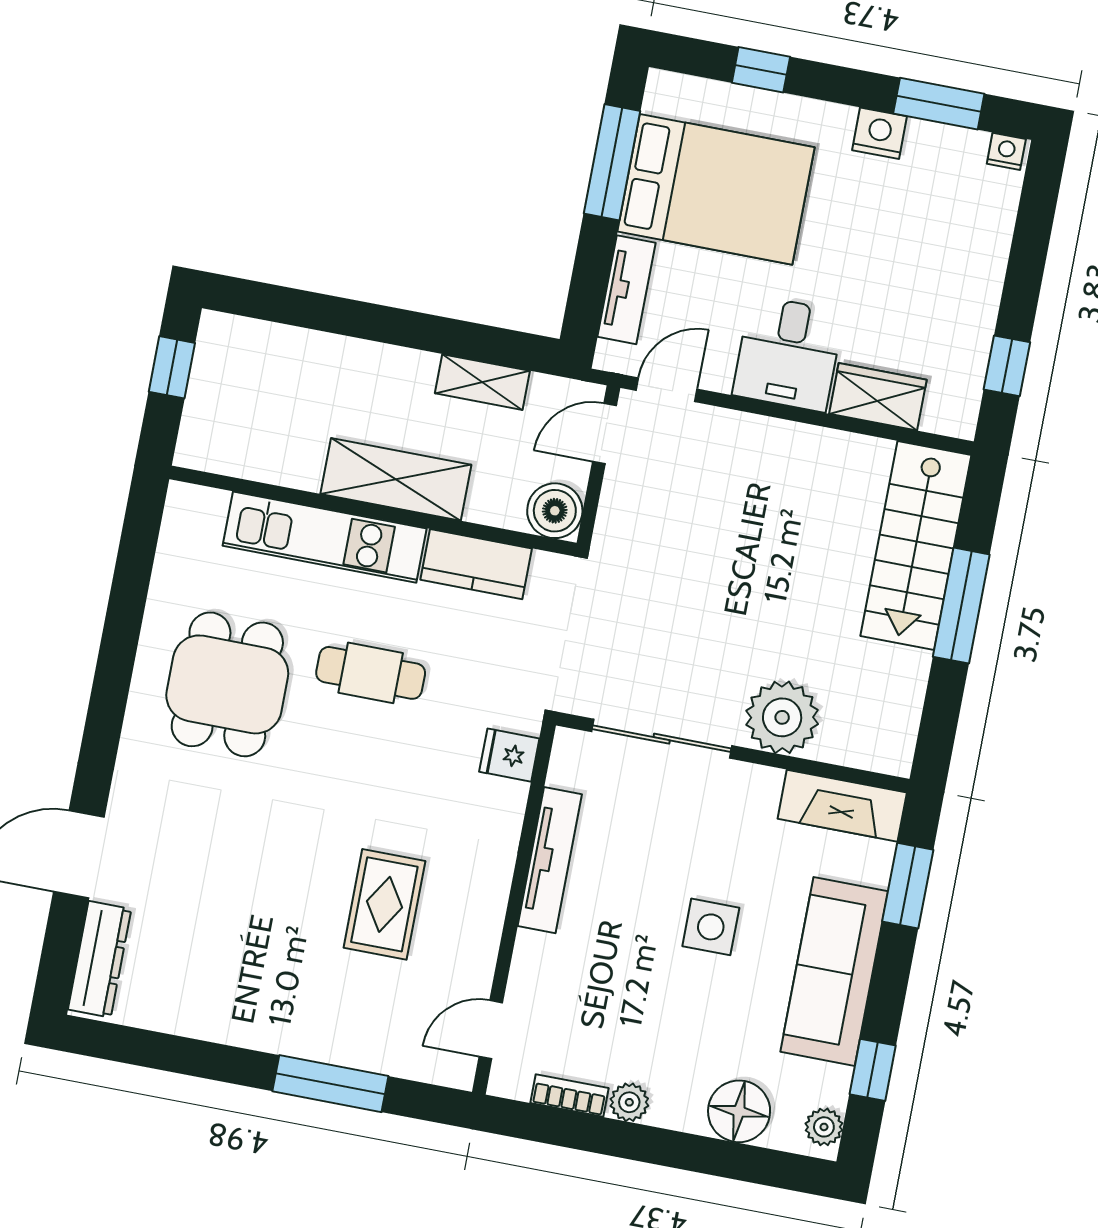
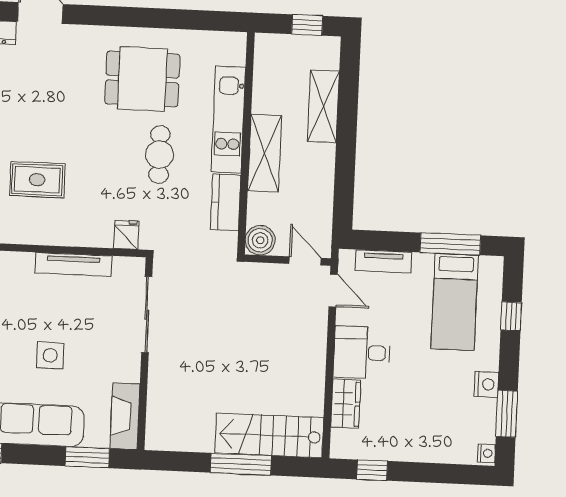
bed: (716, 189) -> (455, 302), width x0.67
shelving: (482, 382) -> (323, 106), moved, width x1.50, depth x1.33
plant: (782, 717) -> (167, 377), removed

